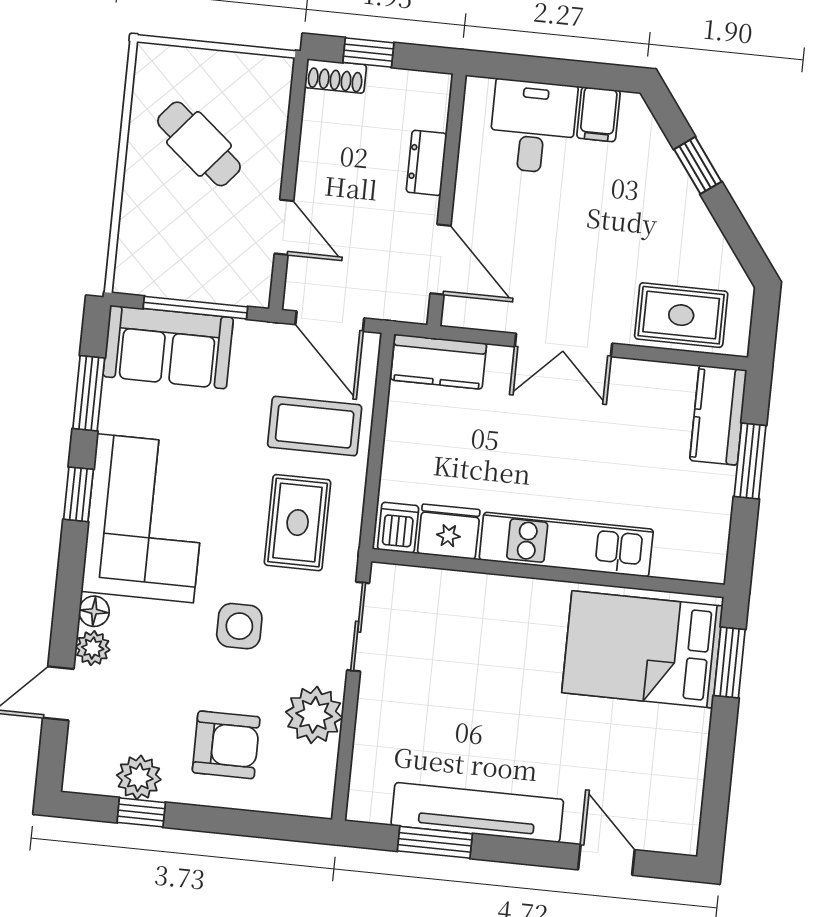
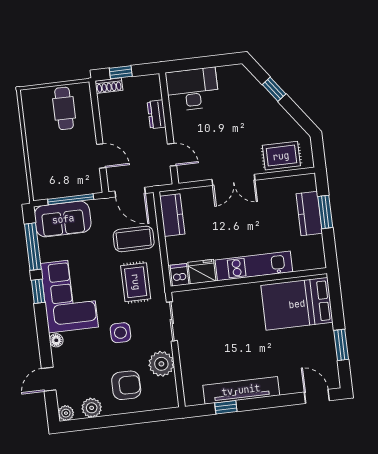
filing cabinet: (598, 114) -> (226, 77), removed
desk: (533, 126) -> (192, 89), width x1.37
cafe table: (199, 144) -> (64, 108), moved, turned 50
door: (441, 259) -> (172, 155), width x0.73
kitchen counter: (438, 362) -> (172, 215), moved, turned -90
window: (89, 393) -> (33, 247), width x1.44
kitchen counter: (718, 415) -> (309, 213), moved
plant: (93, 648) -> (66, 413), moved
window: (730, 662) -> (341, 345), moved
window: (141, 812) -> (96, 423), removed
window: (435, 842) -> (226, 407), width x0.67
door: (606, 860) -> (317, 396), moved

